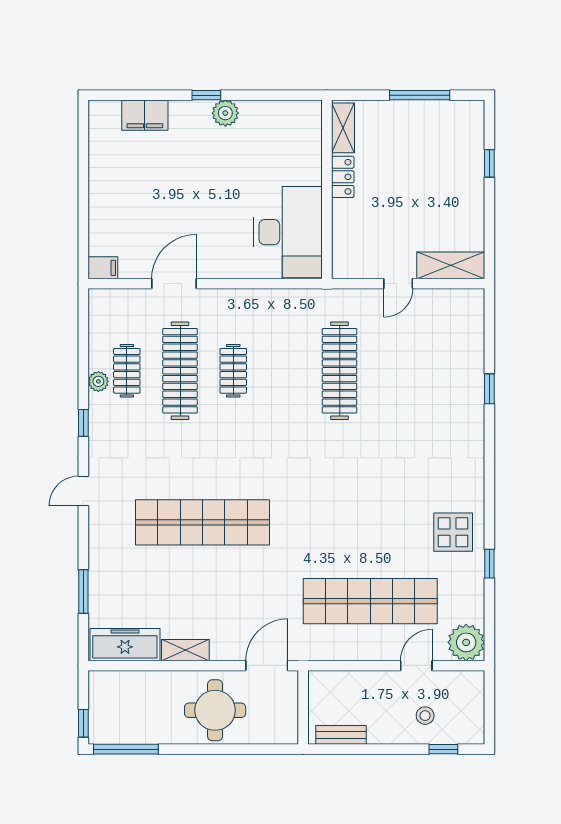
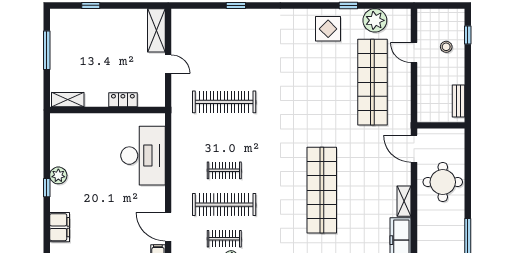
locker: (343, 177) -> (123, 100), moved
desk: (288, 232) -> (143, 156), moved, turned 90
door: (174, 284) -> (168, 227), moved
plant: (466, 642) -> (375, 20), moved

